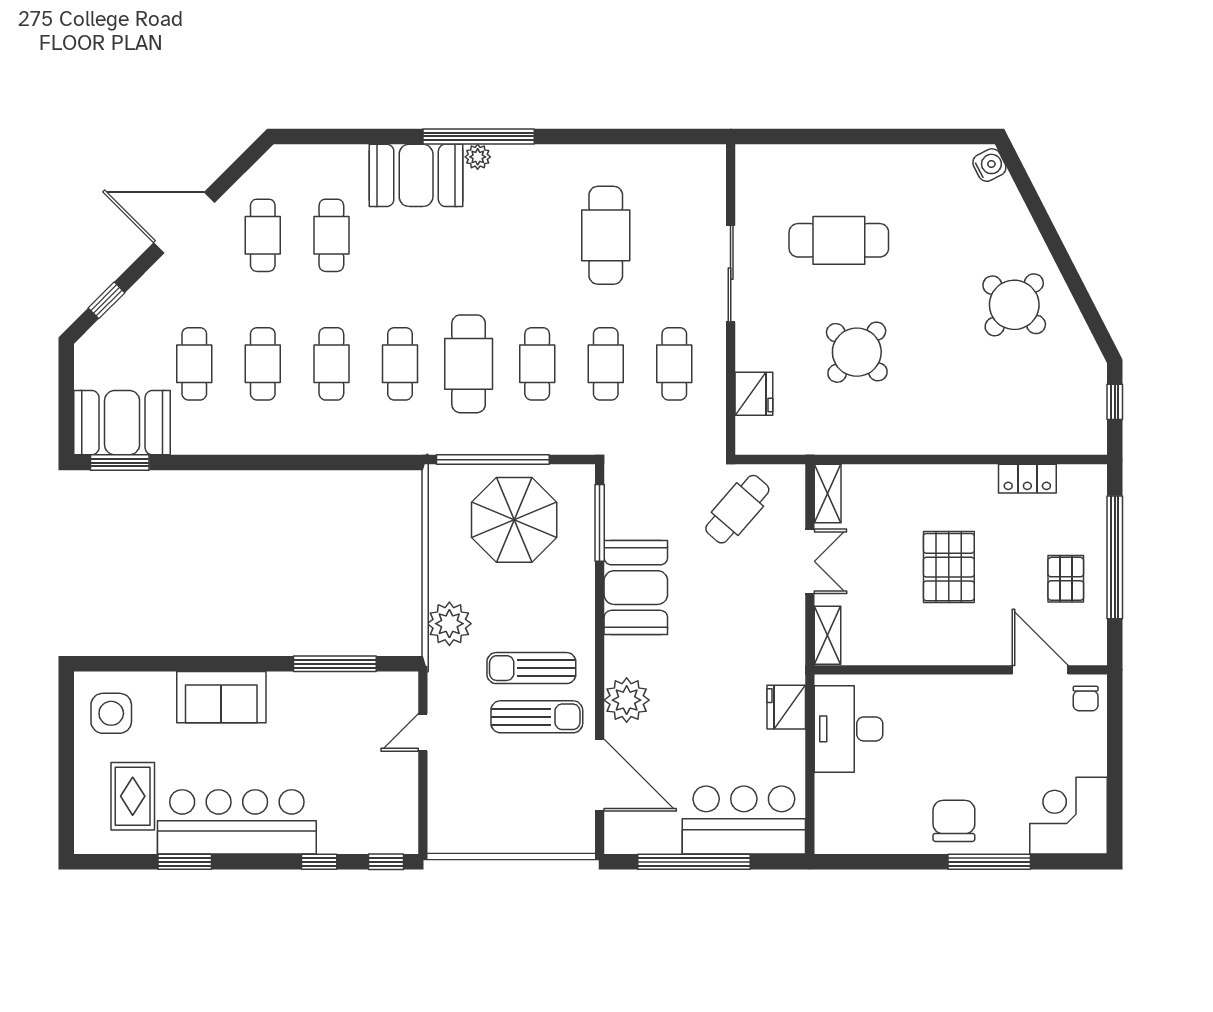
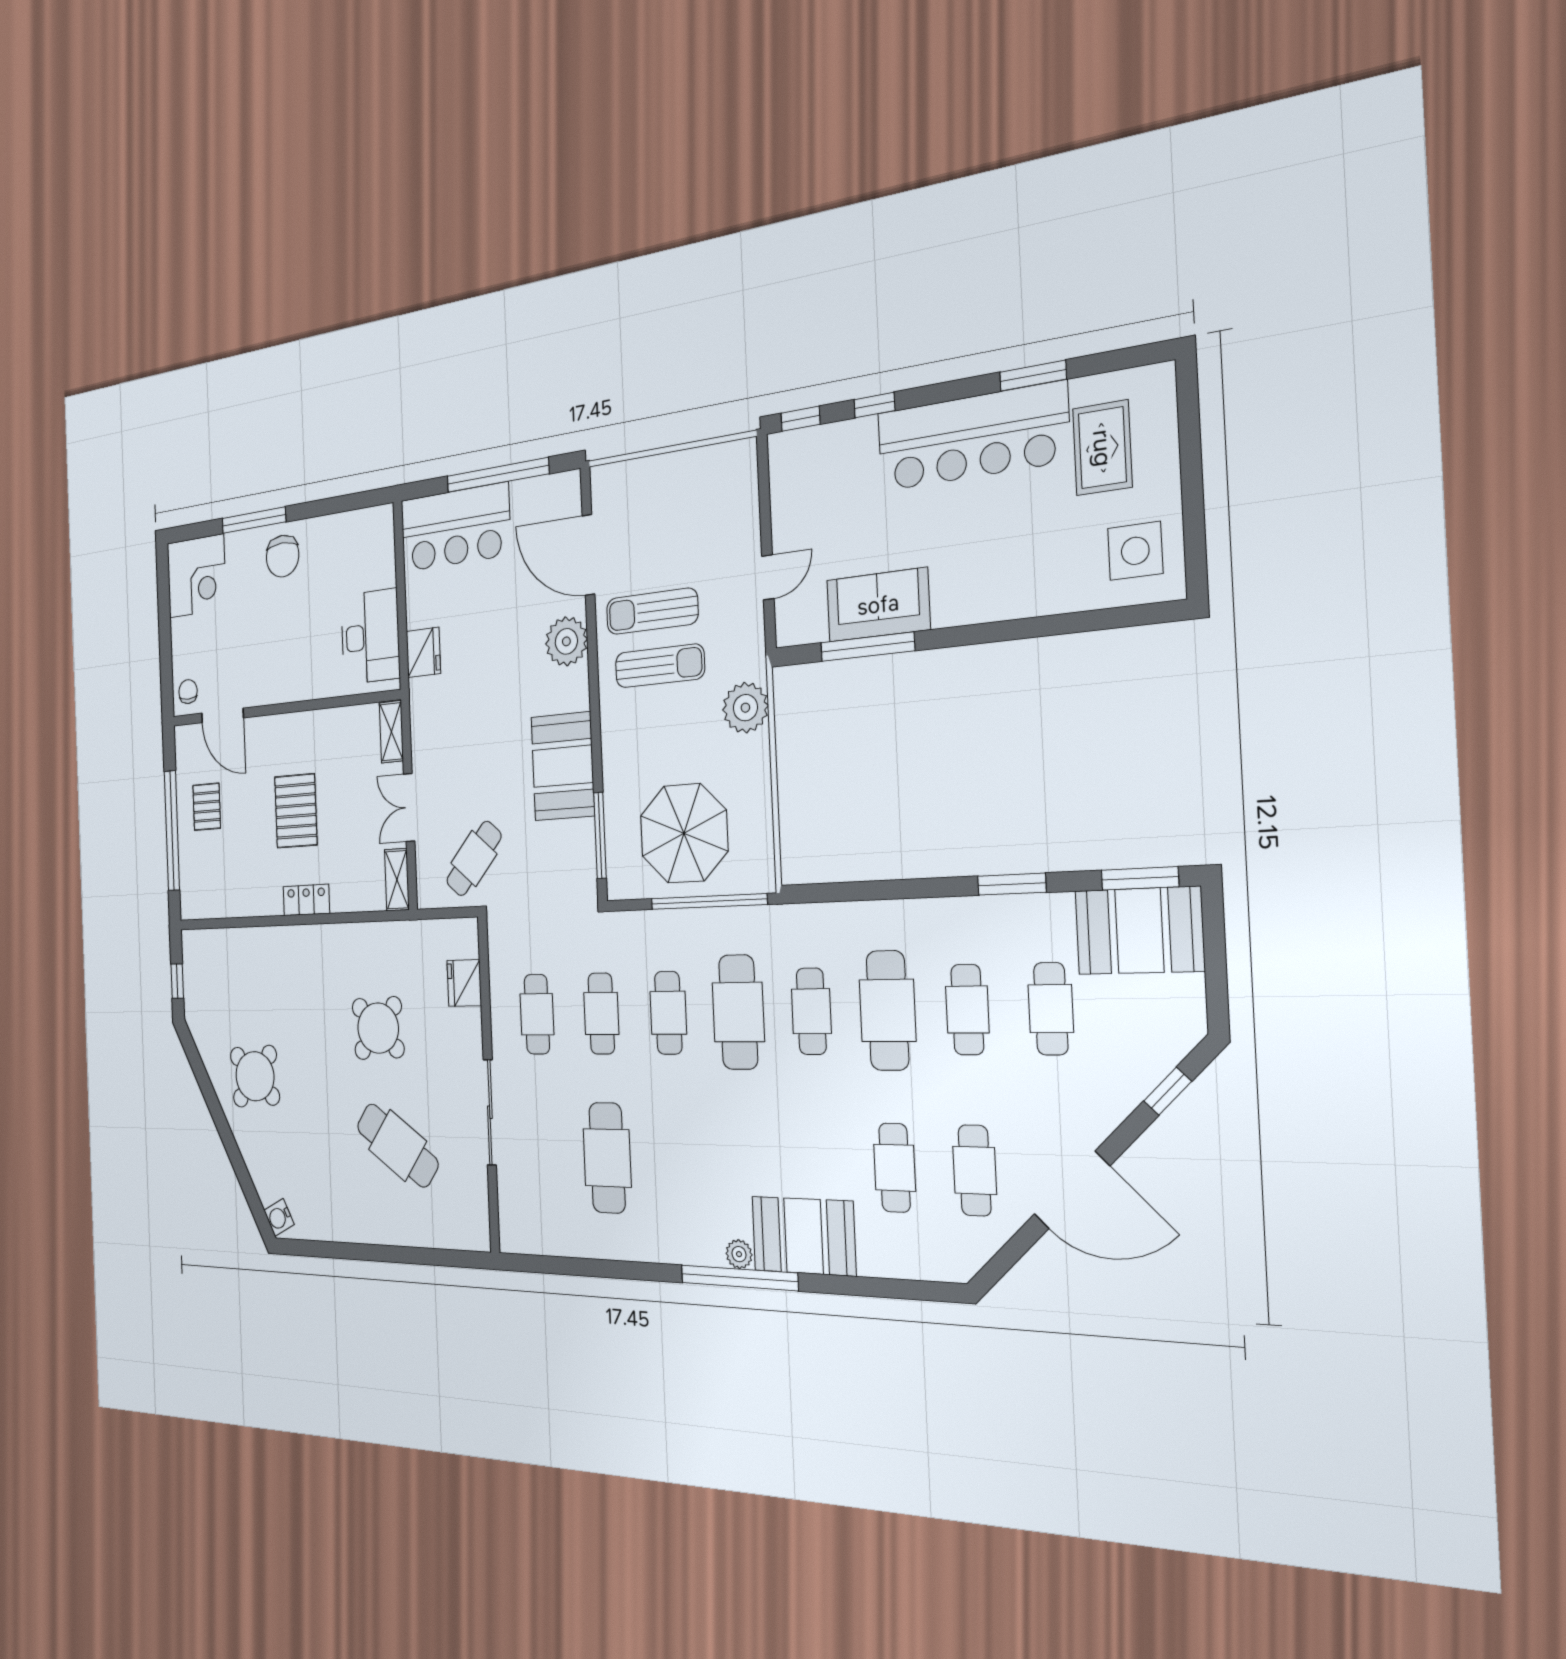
cafe table: (839, 240) -> (398, 1145), turned 35
cafe table: (331, 364) -> (888, 1010), width x1.37, depth x1.35
window: (221, 463) -> (1012, 884), added
locker: (1027, 479) -> (306, 900), moved
sofa: (221, 697) -> (878, 605), moved

